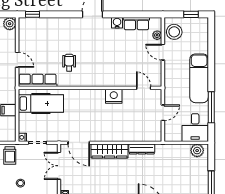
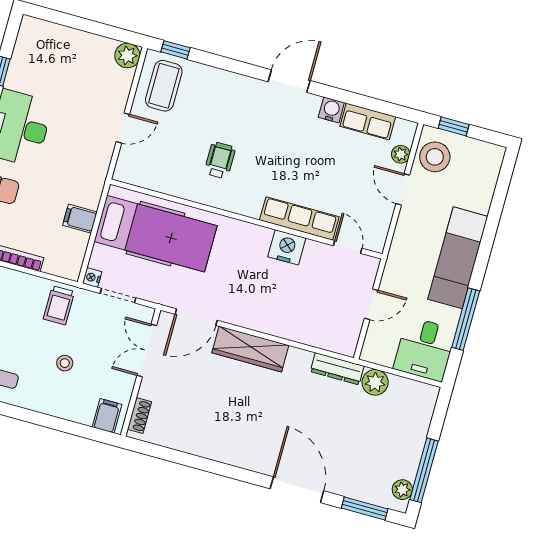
window: (191, 14) -> (454, 126), moved
coffee table: (32, 34) -> (164, 86), added
door: (17, 60) -> (123, 128), hinge flipped
row of seats: (38, 80) -> (299, 218), moved
hospital bed: (41, 103) -> (155, 234), width x1.37, depth x1.29
door: (79, 143) -> (196, 317), hinge flipped
dresser: (142, 149) -> (337, 369), moved
plant: (197, 151) -> (375, 382), moved

